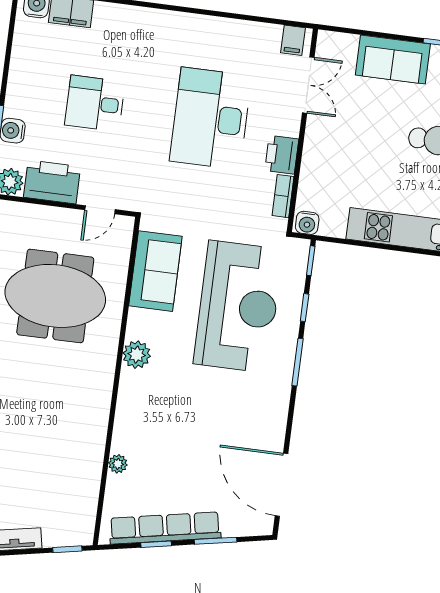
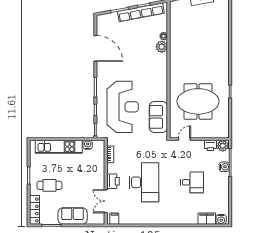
printer: (282, 155) -> (113, 181), moved
printer: (52, 182) -> (210, 145), width x0.53, depth x0.68
water cooler: (307, 223) -> (88, 145), moved
reception desk: (238, 307) -> (123, 107), turned 180
plant: (137, 355) -> (162, 47), moved
door: (282, 485) -> (95, 48), moved

